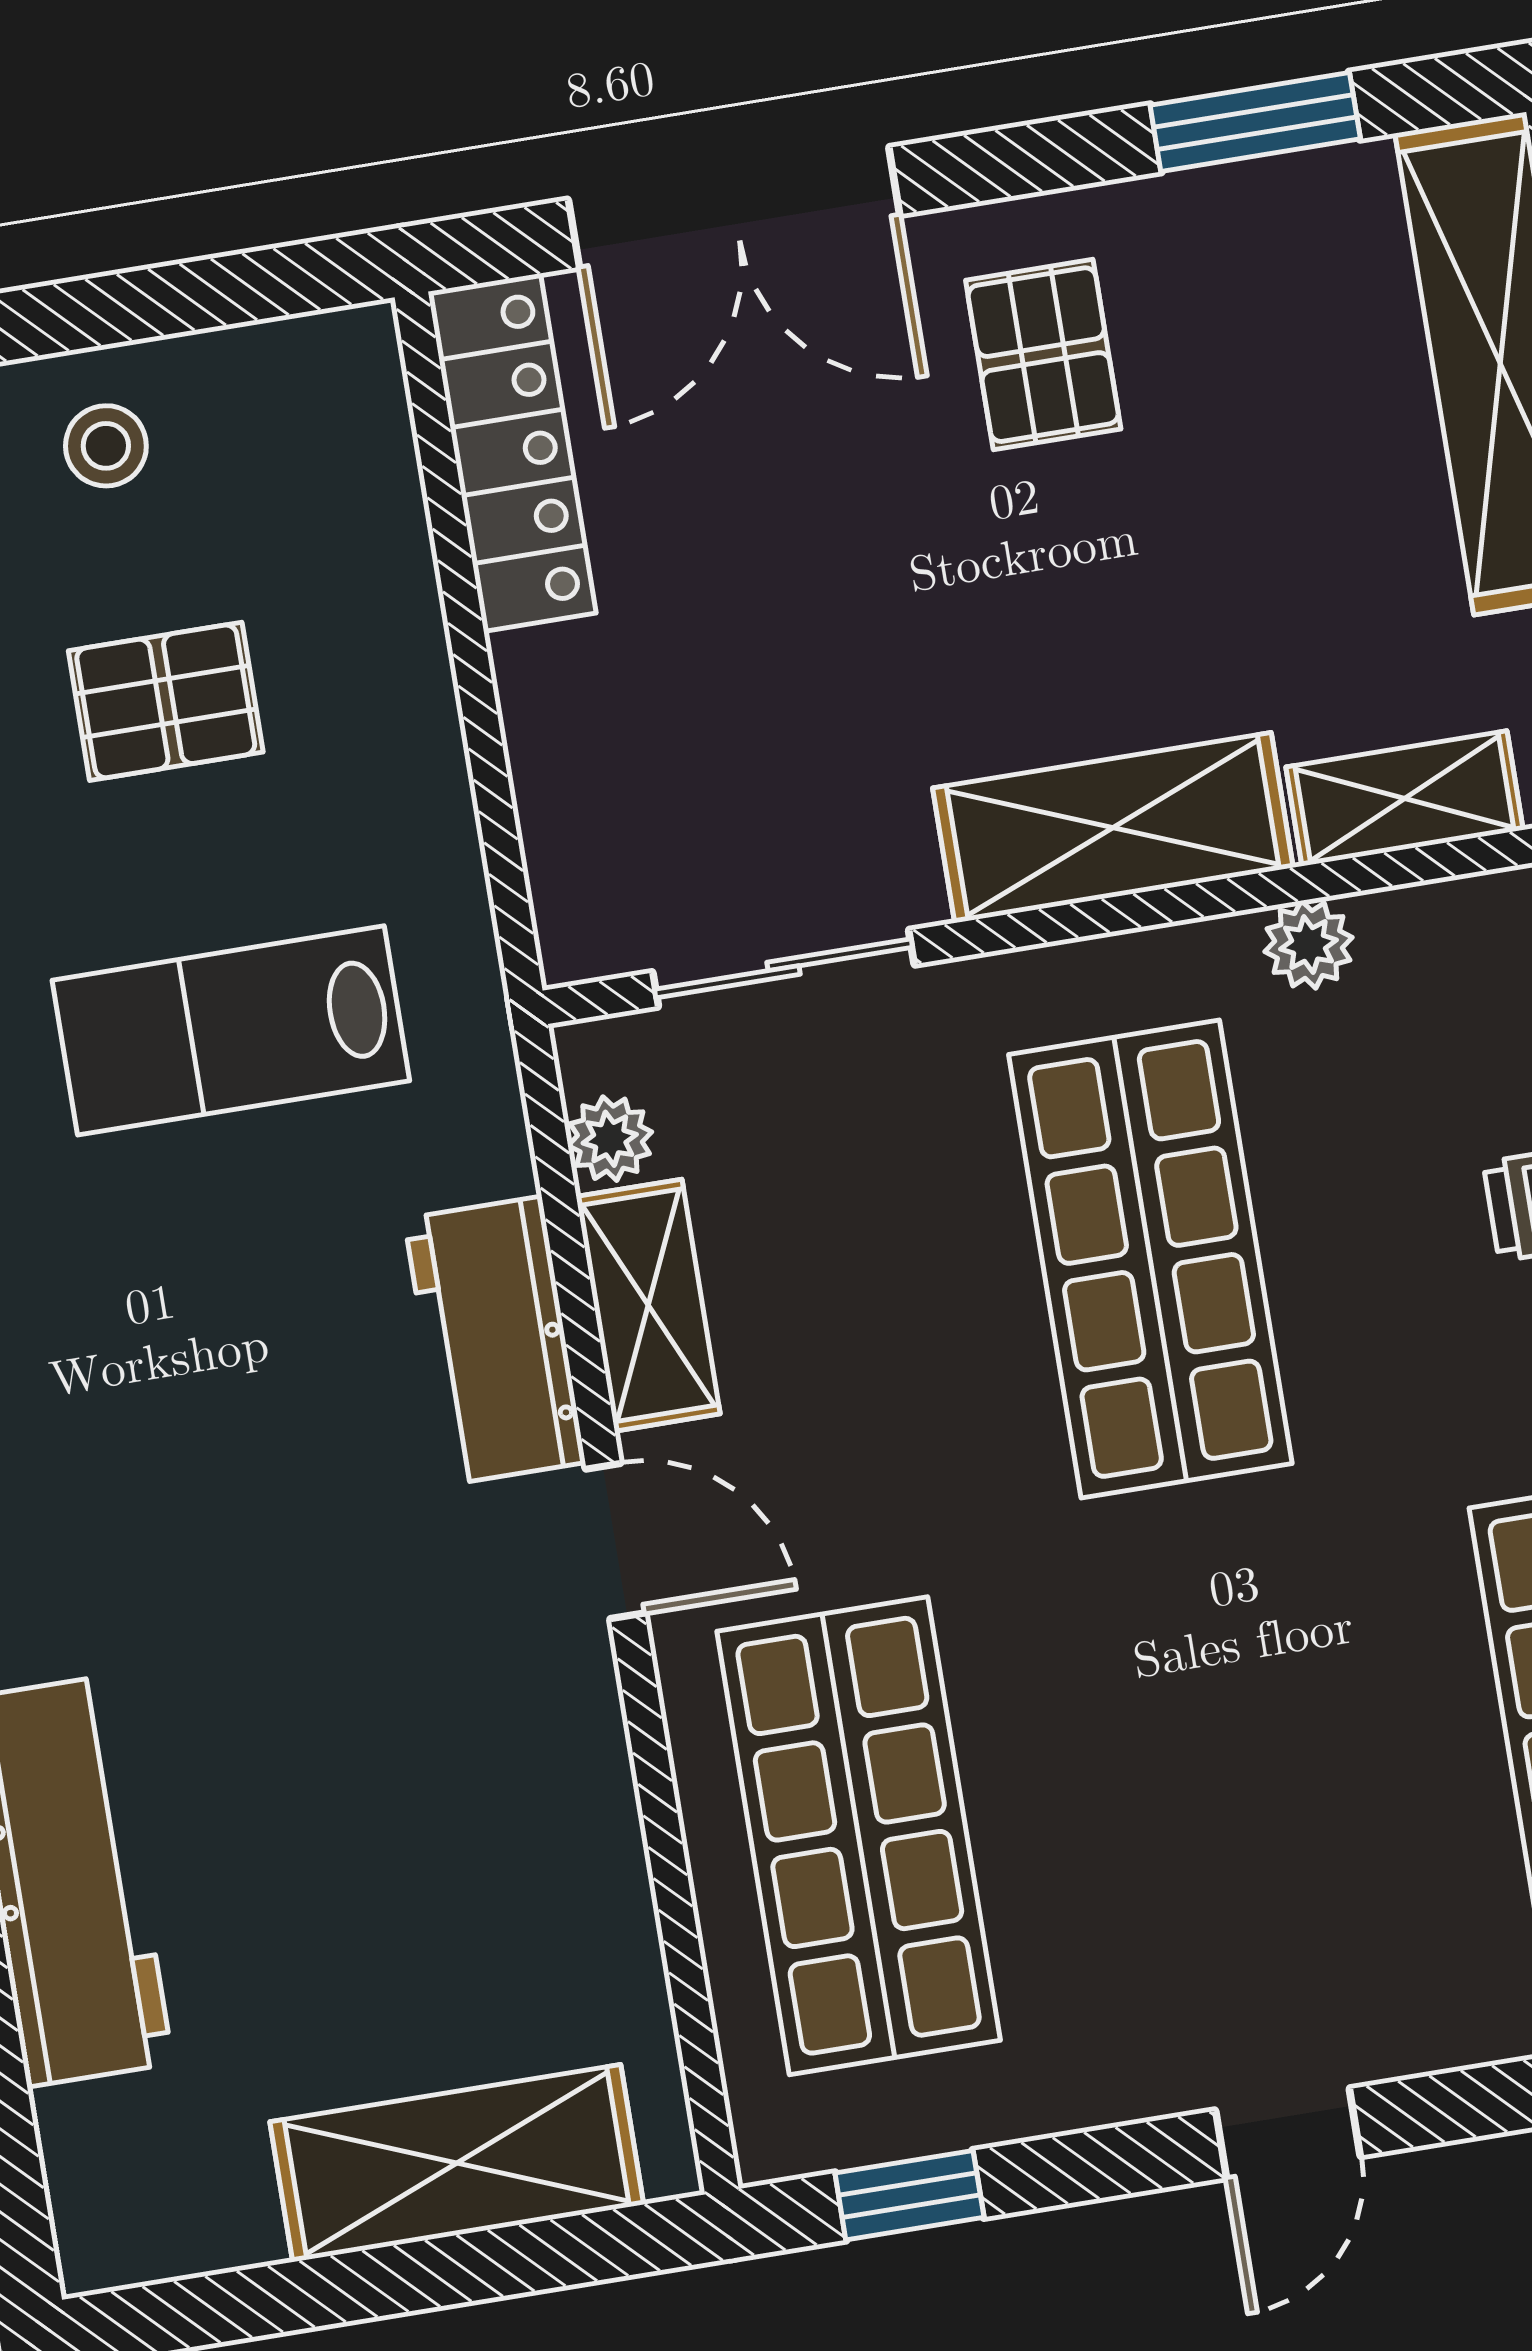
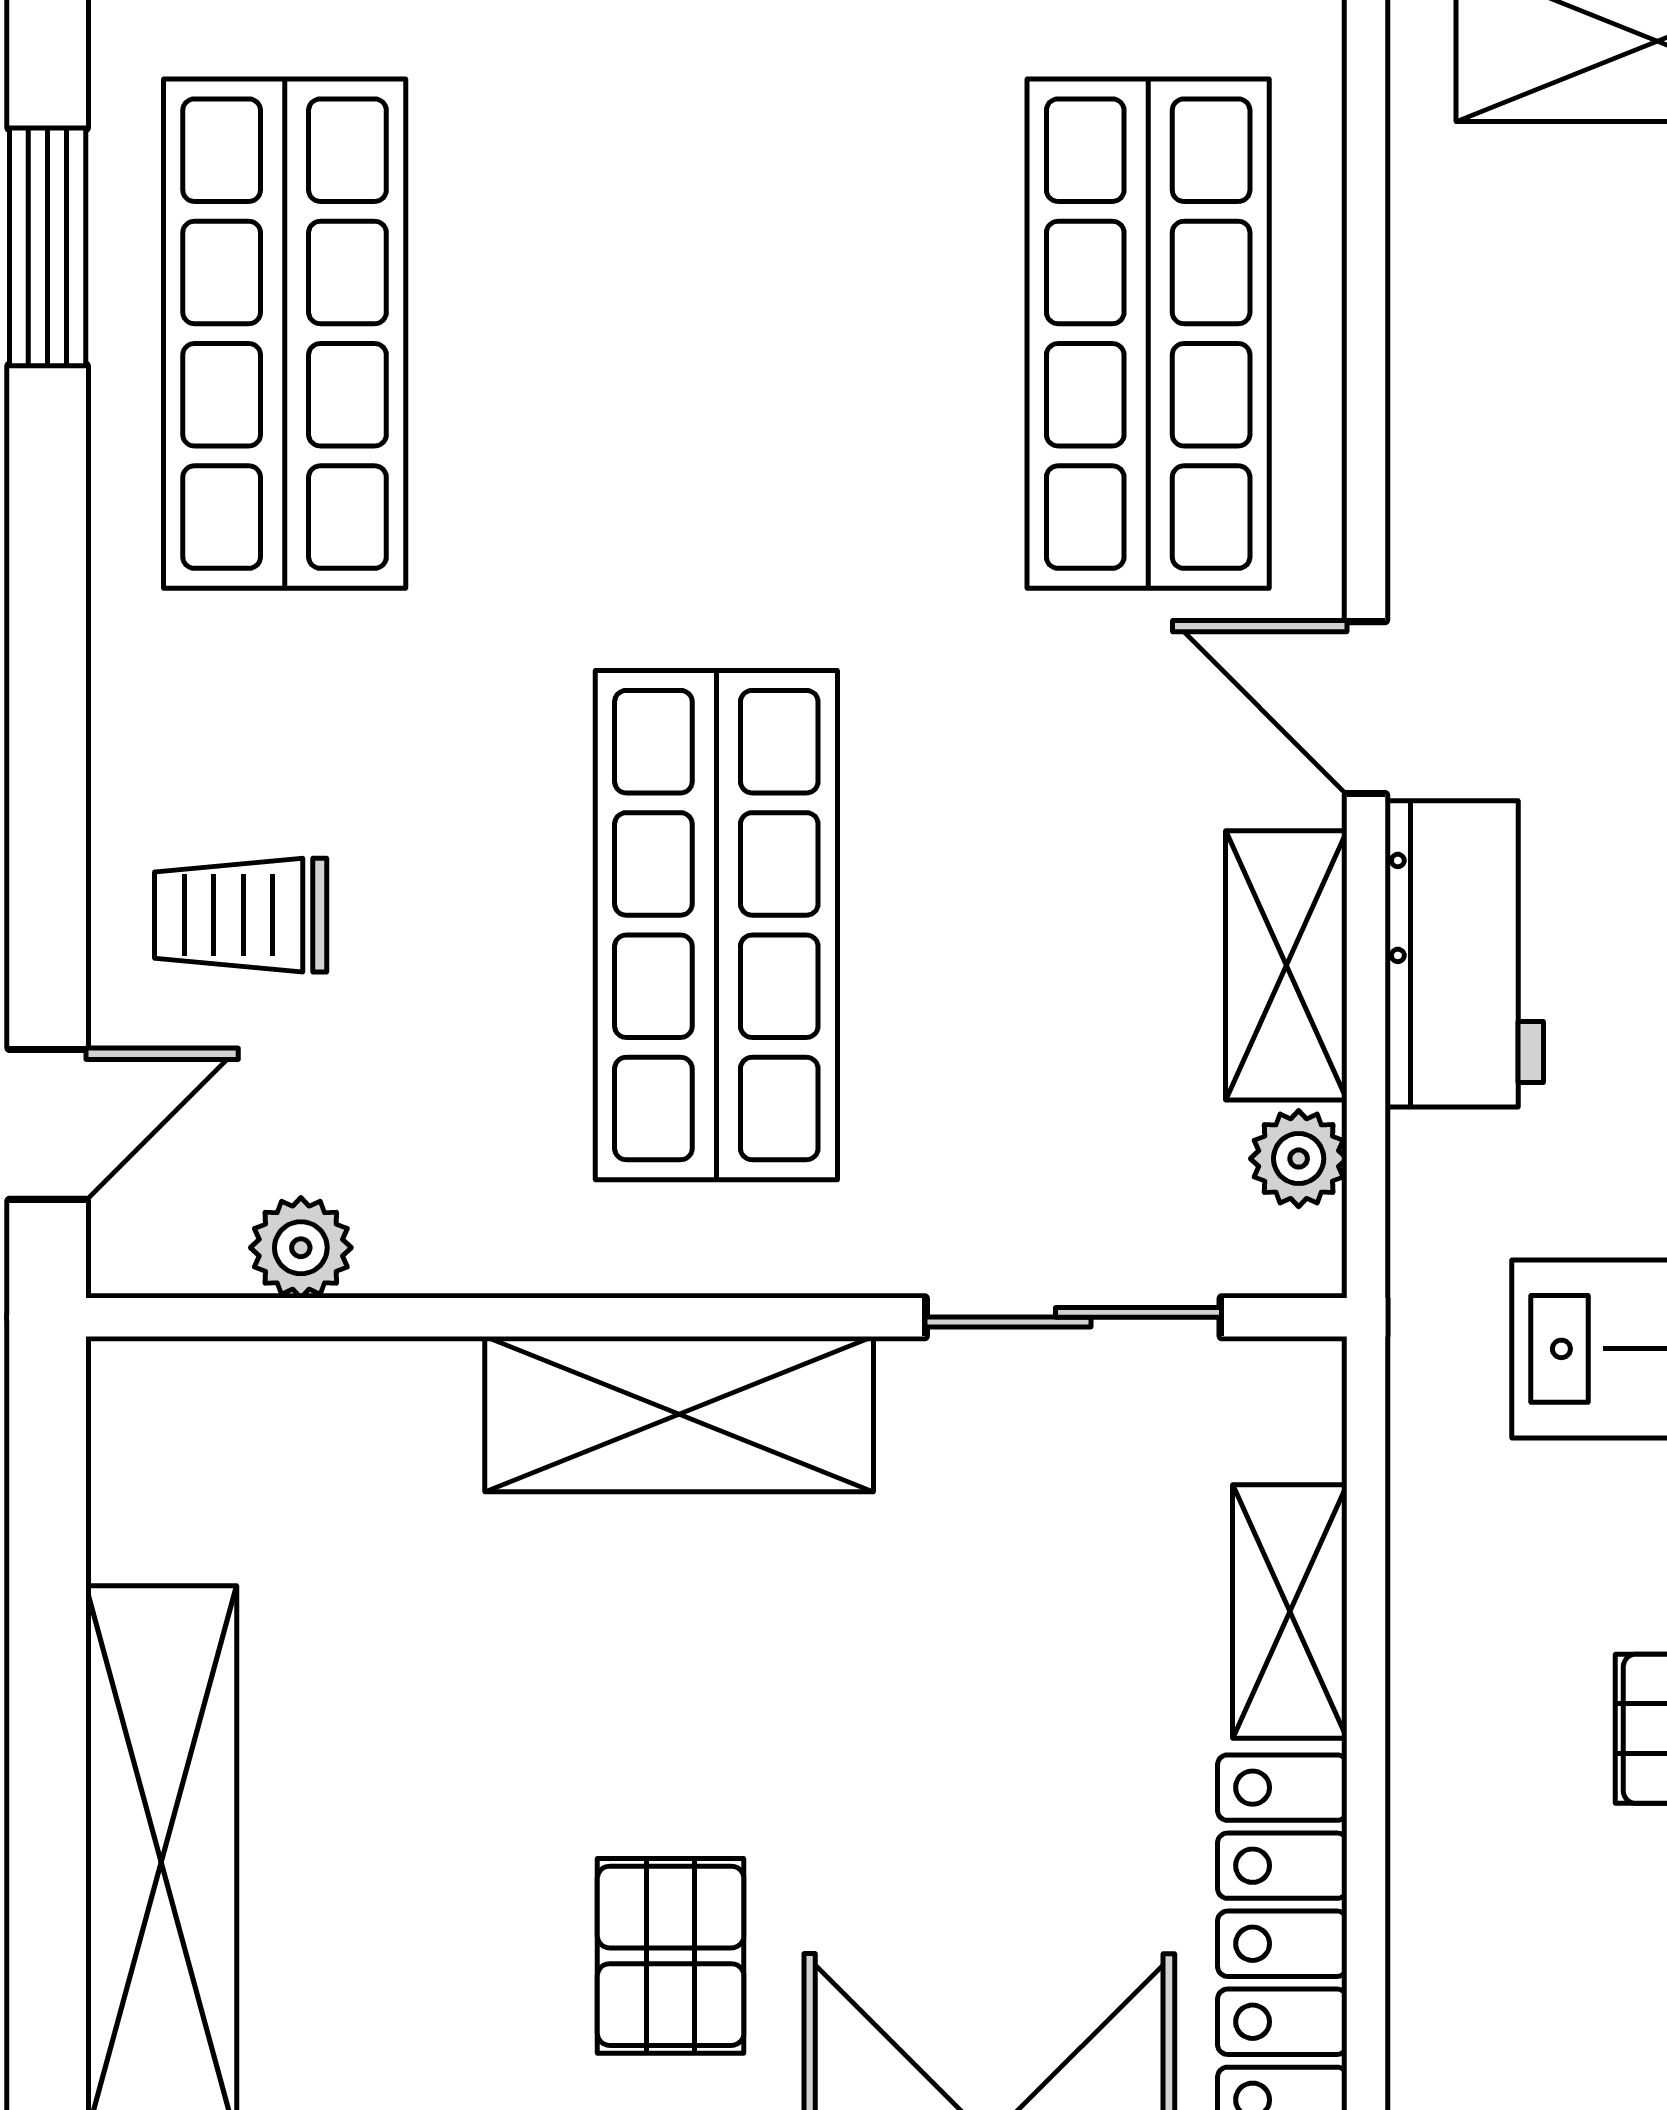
shelving: (1404, 798) -> (1290, 1611), moved, turned 90
plant: (1309, 944) -> (301, 1248), moved

